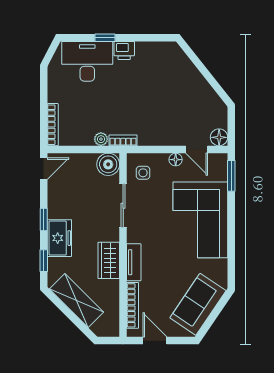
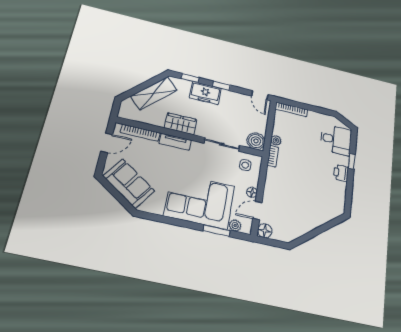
desk: (87, 61) -> (336, 140), width x0.73
plant: (221, 173) -> (235, 226), added
window: (231, 176) -> (217, 231), moved

